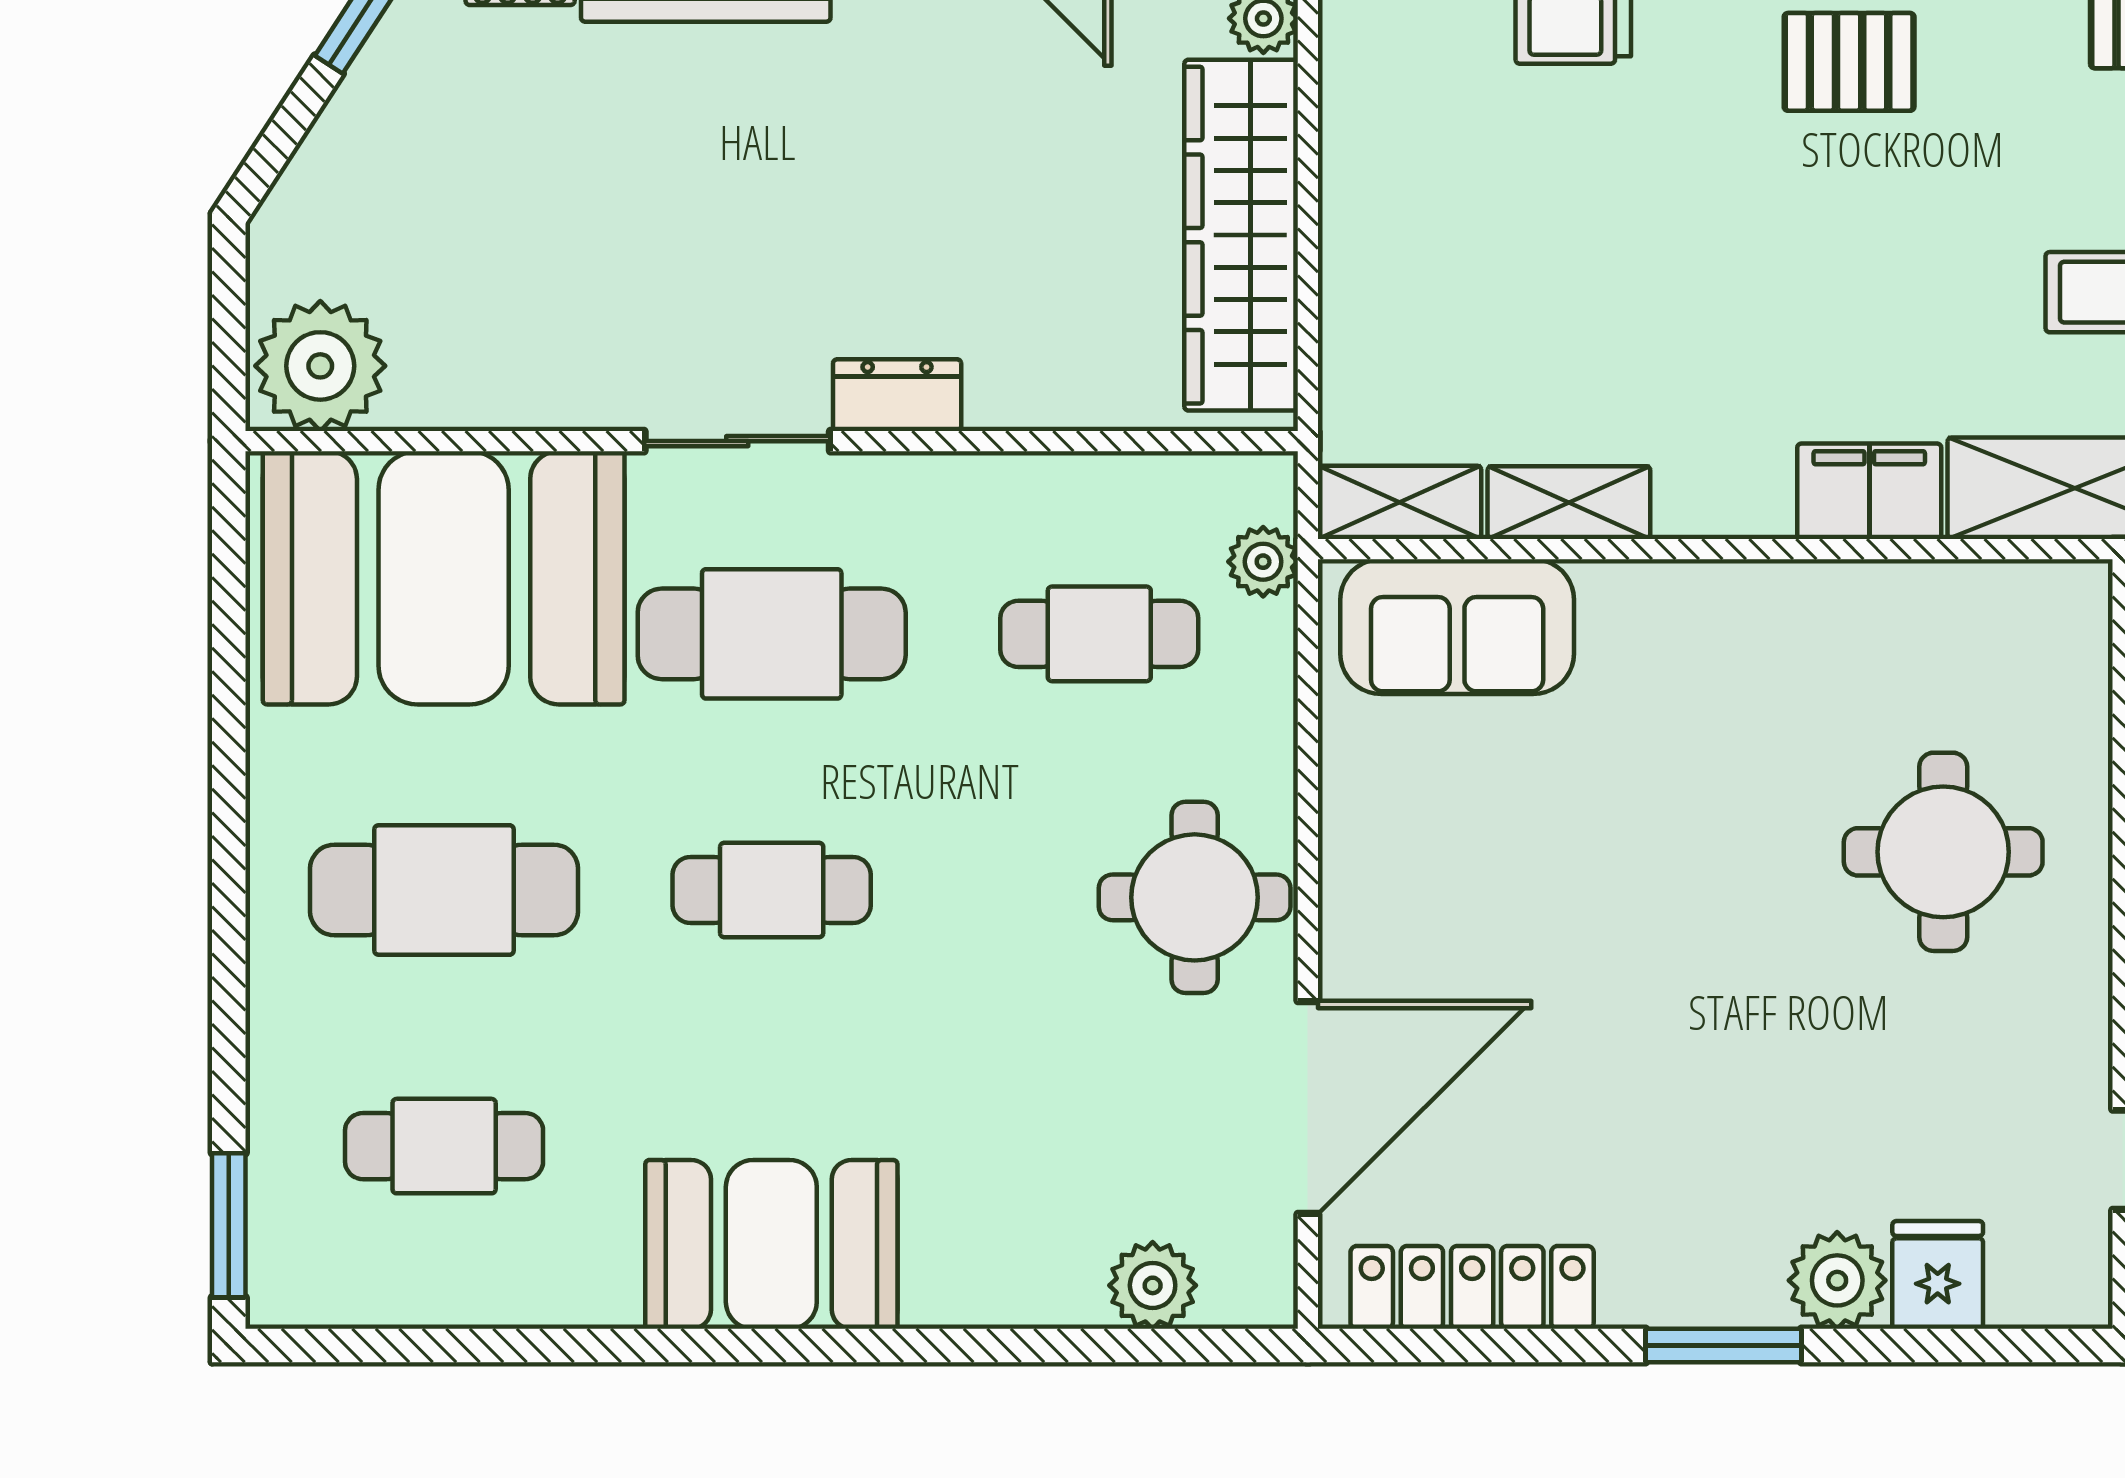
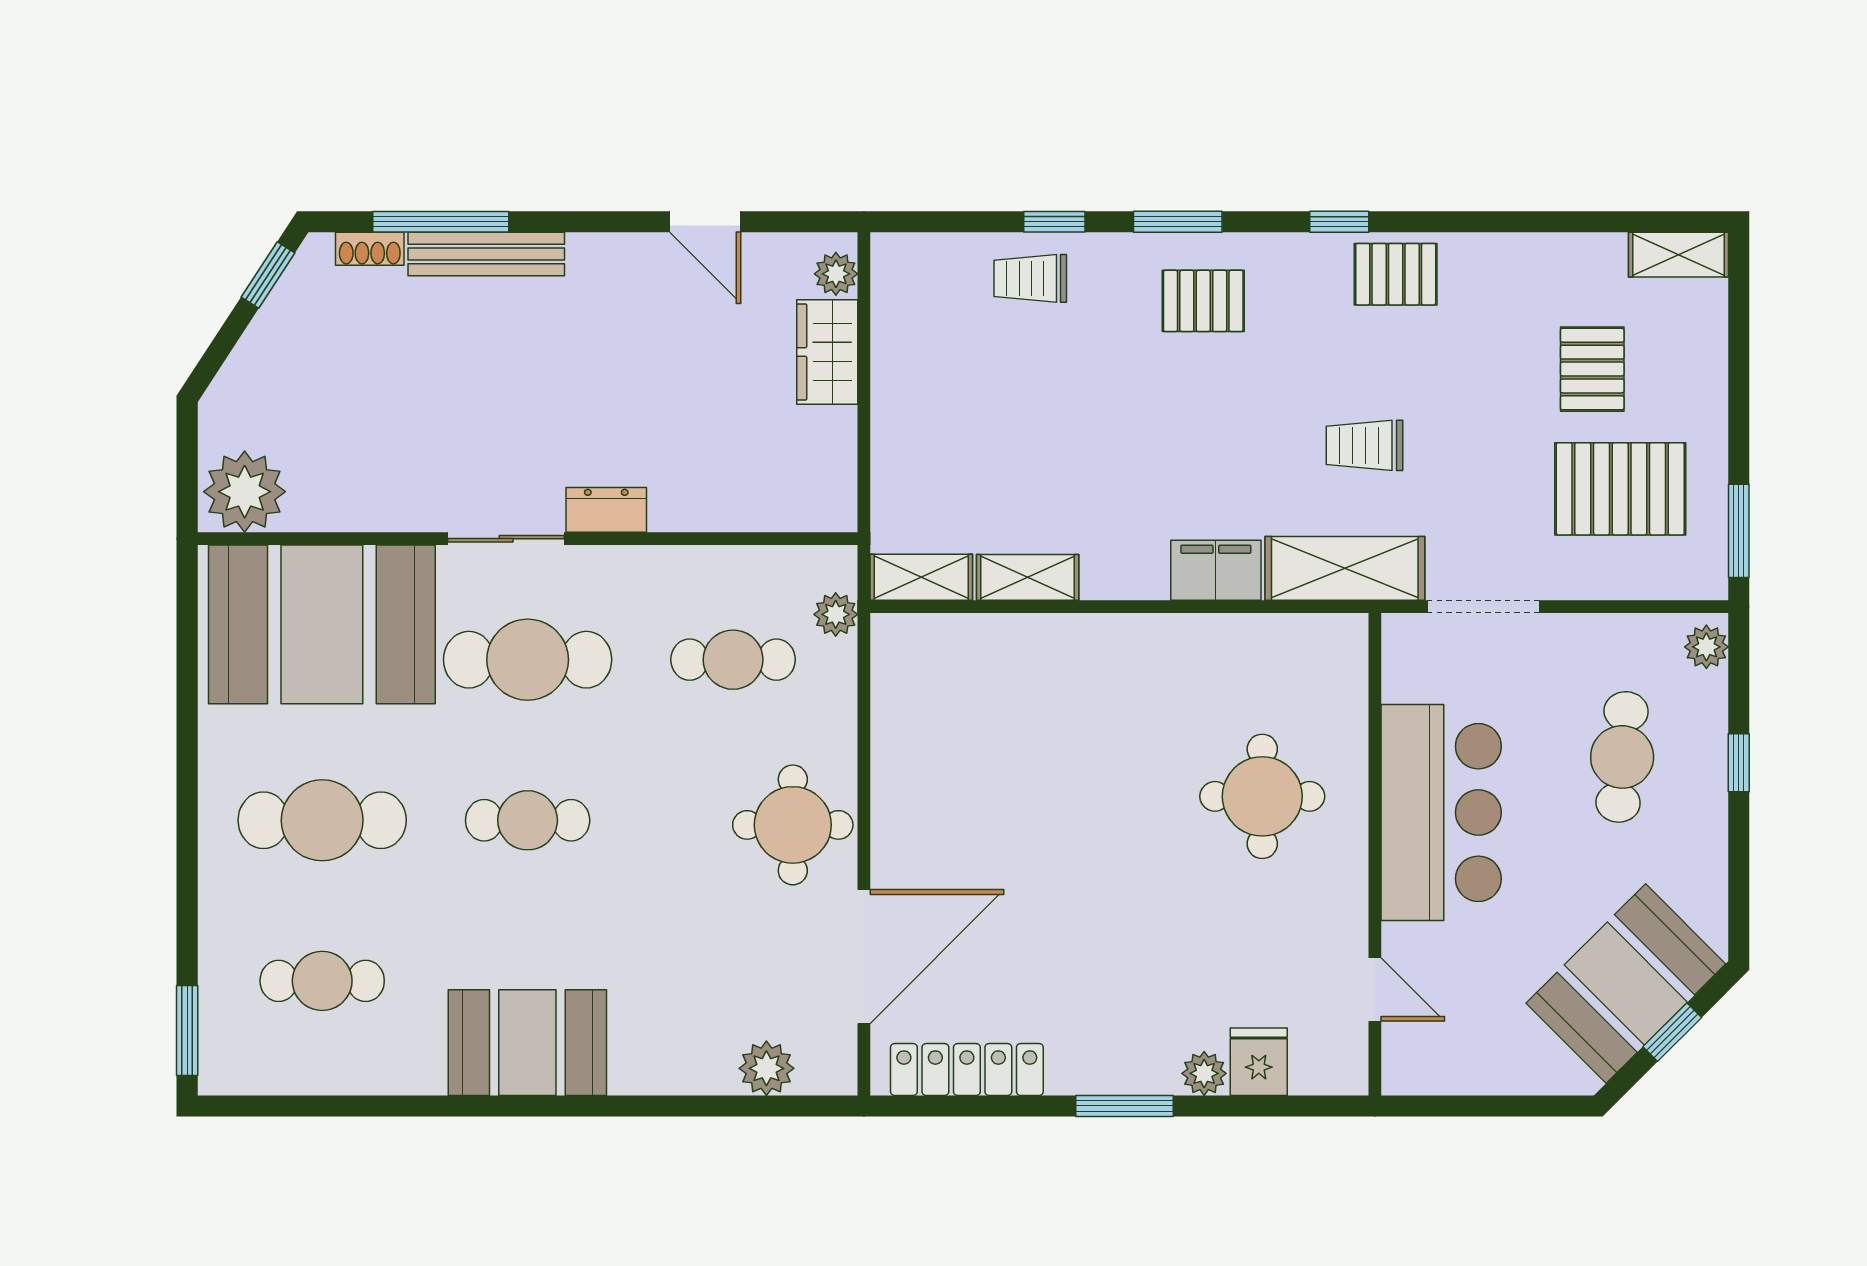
wardrobe: (1241, 235) -> (827, 352), width x0.48, depth x0.85
sofa: (1457, 627) -> (957, 655), removed
plant: (1837, 1280) -> (1204, 1073), width x0.73, depth x0.73

